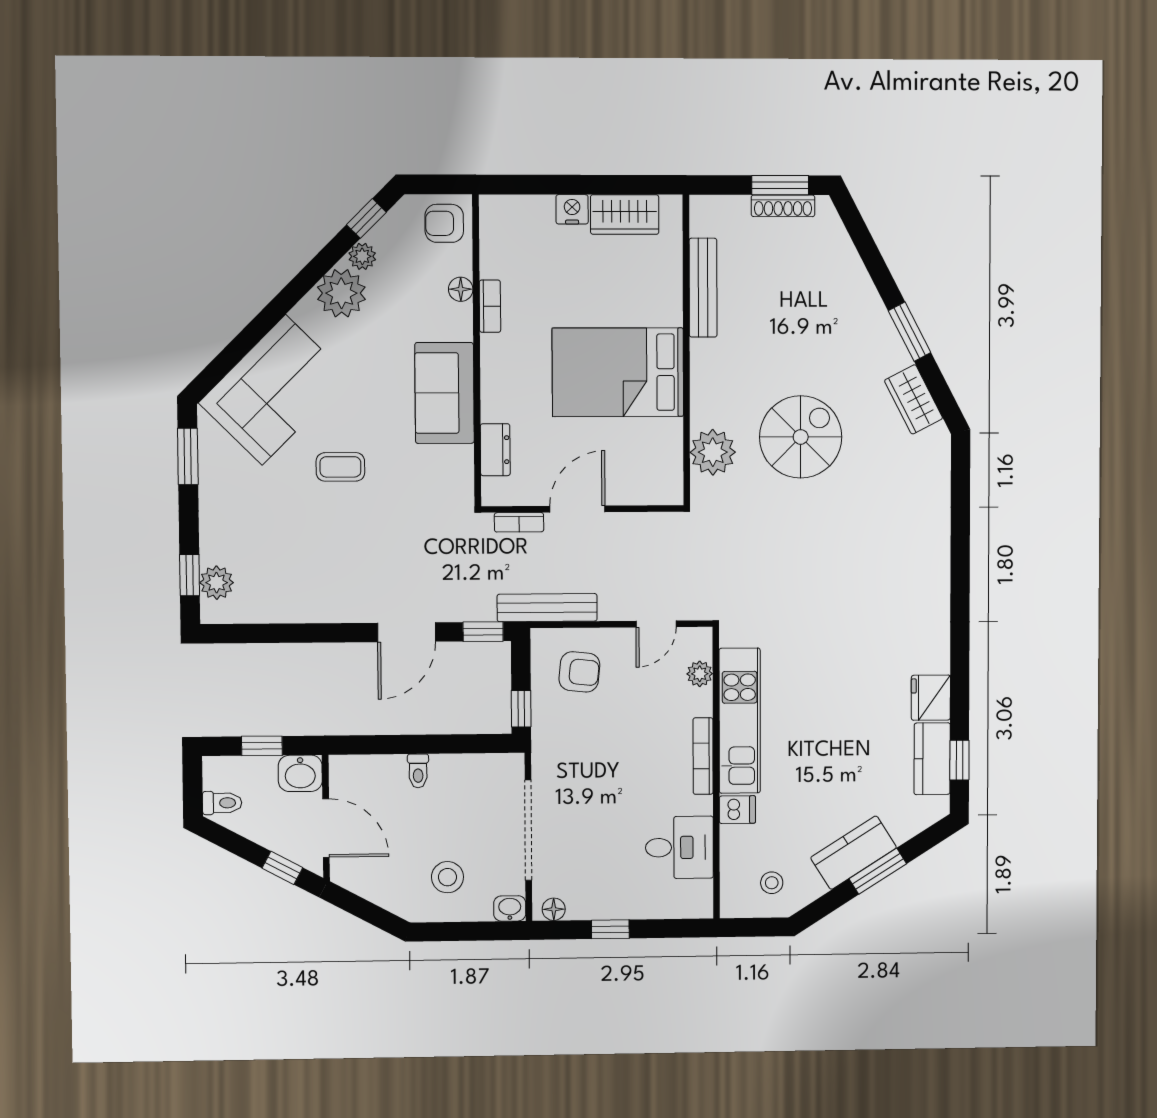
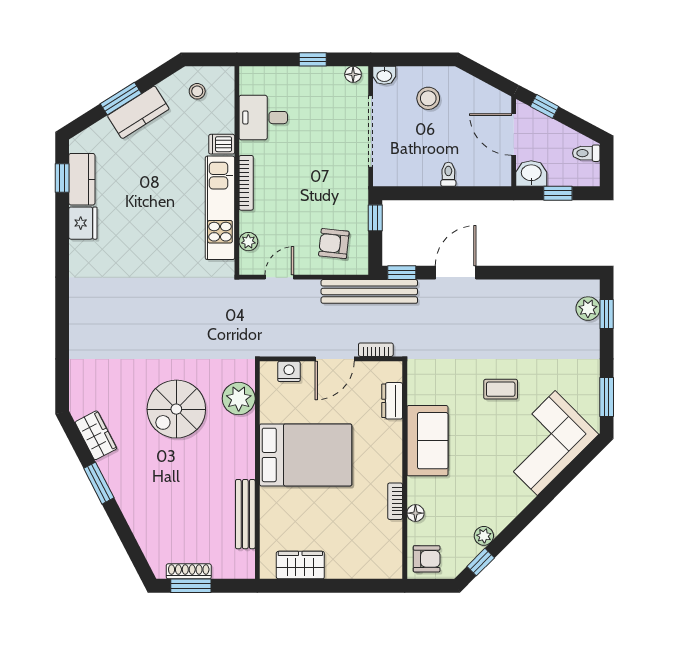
nightstand: (572, 209) -> (289, 371), moved, turned 180
plant: (341, 293) -> (499, 510), removed
bench: (547, 608) -> (369, 291), width x1.37, depth x1.21

